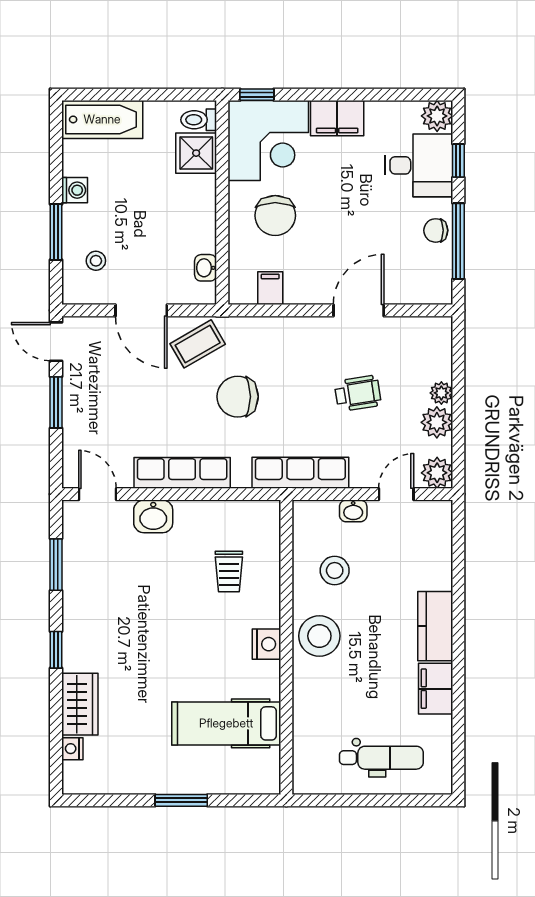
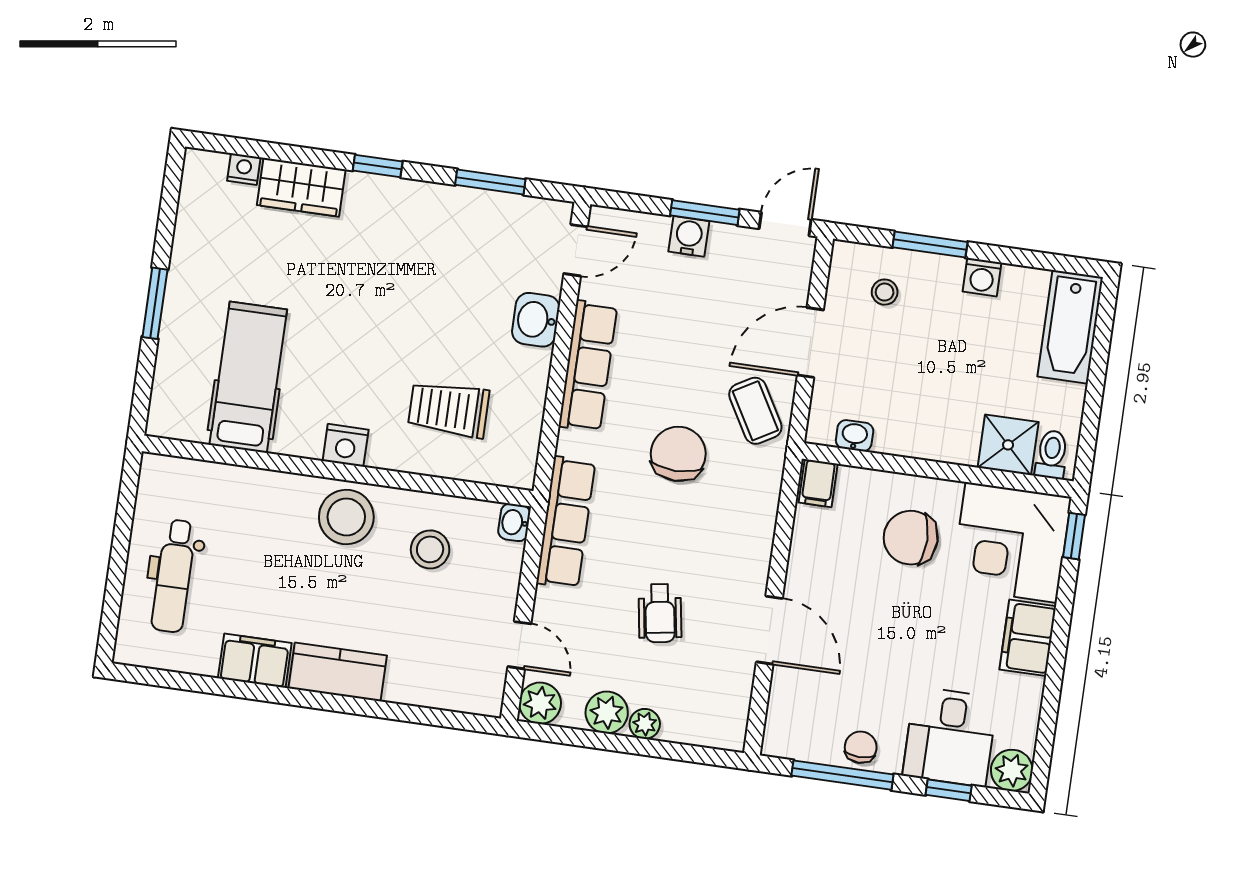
filing cabinet: (270, 288) -> (818, 483), moved, turned 90
water cooler: (75, 412) -> (689, 236), added
washbasin: (353, 511) -> (514, 522), moved
trolley: (229, 572) -> (449, 409), width x1.36, depth x1.39

